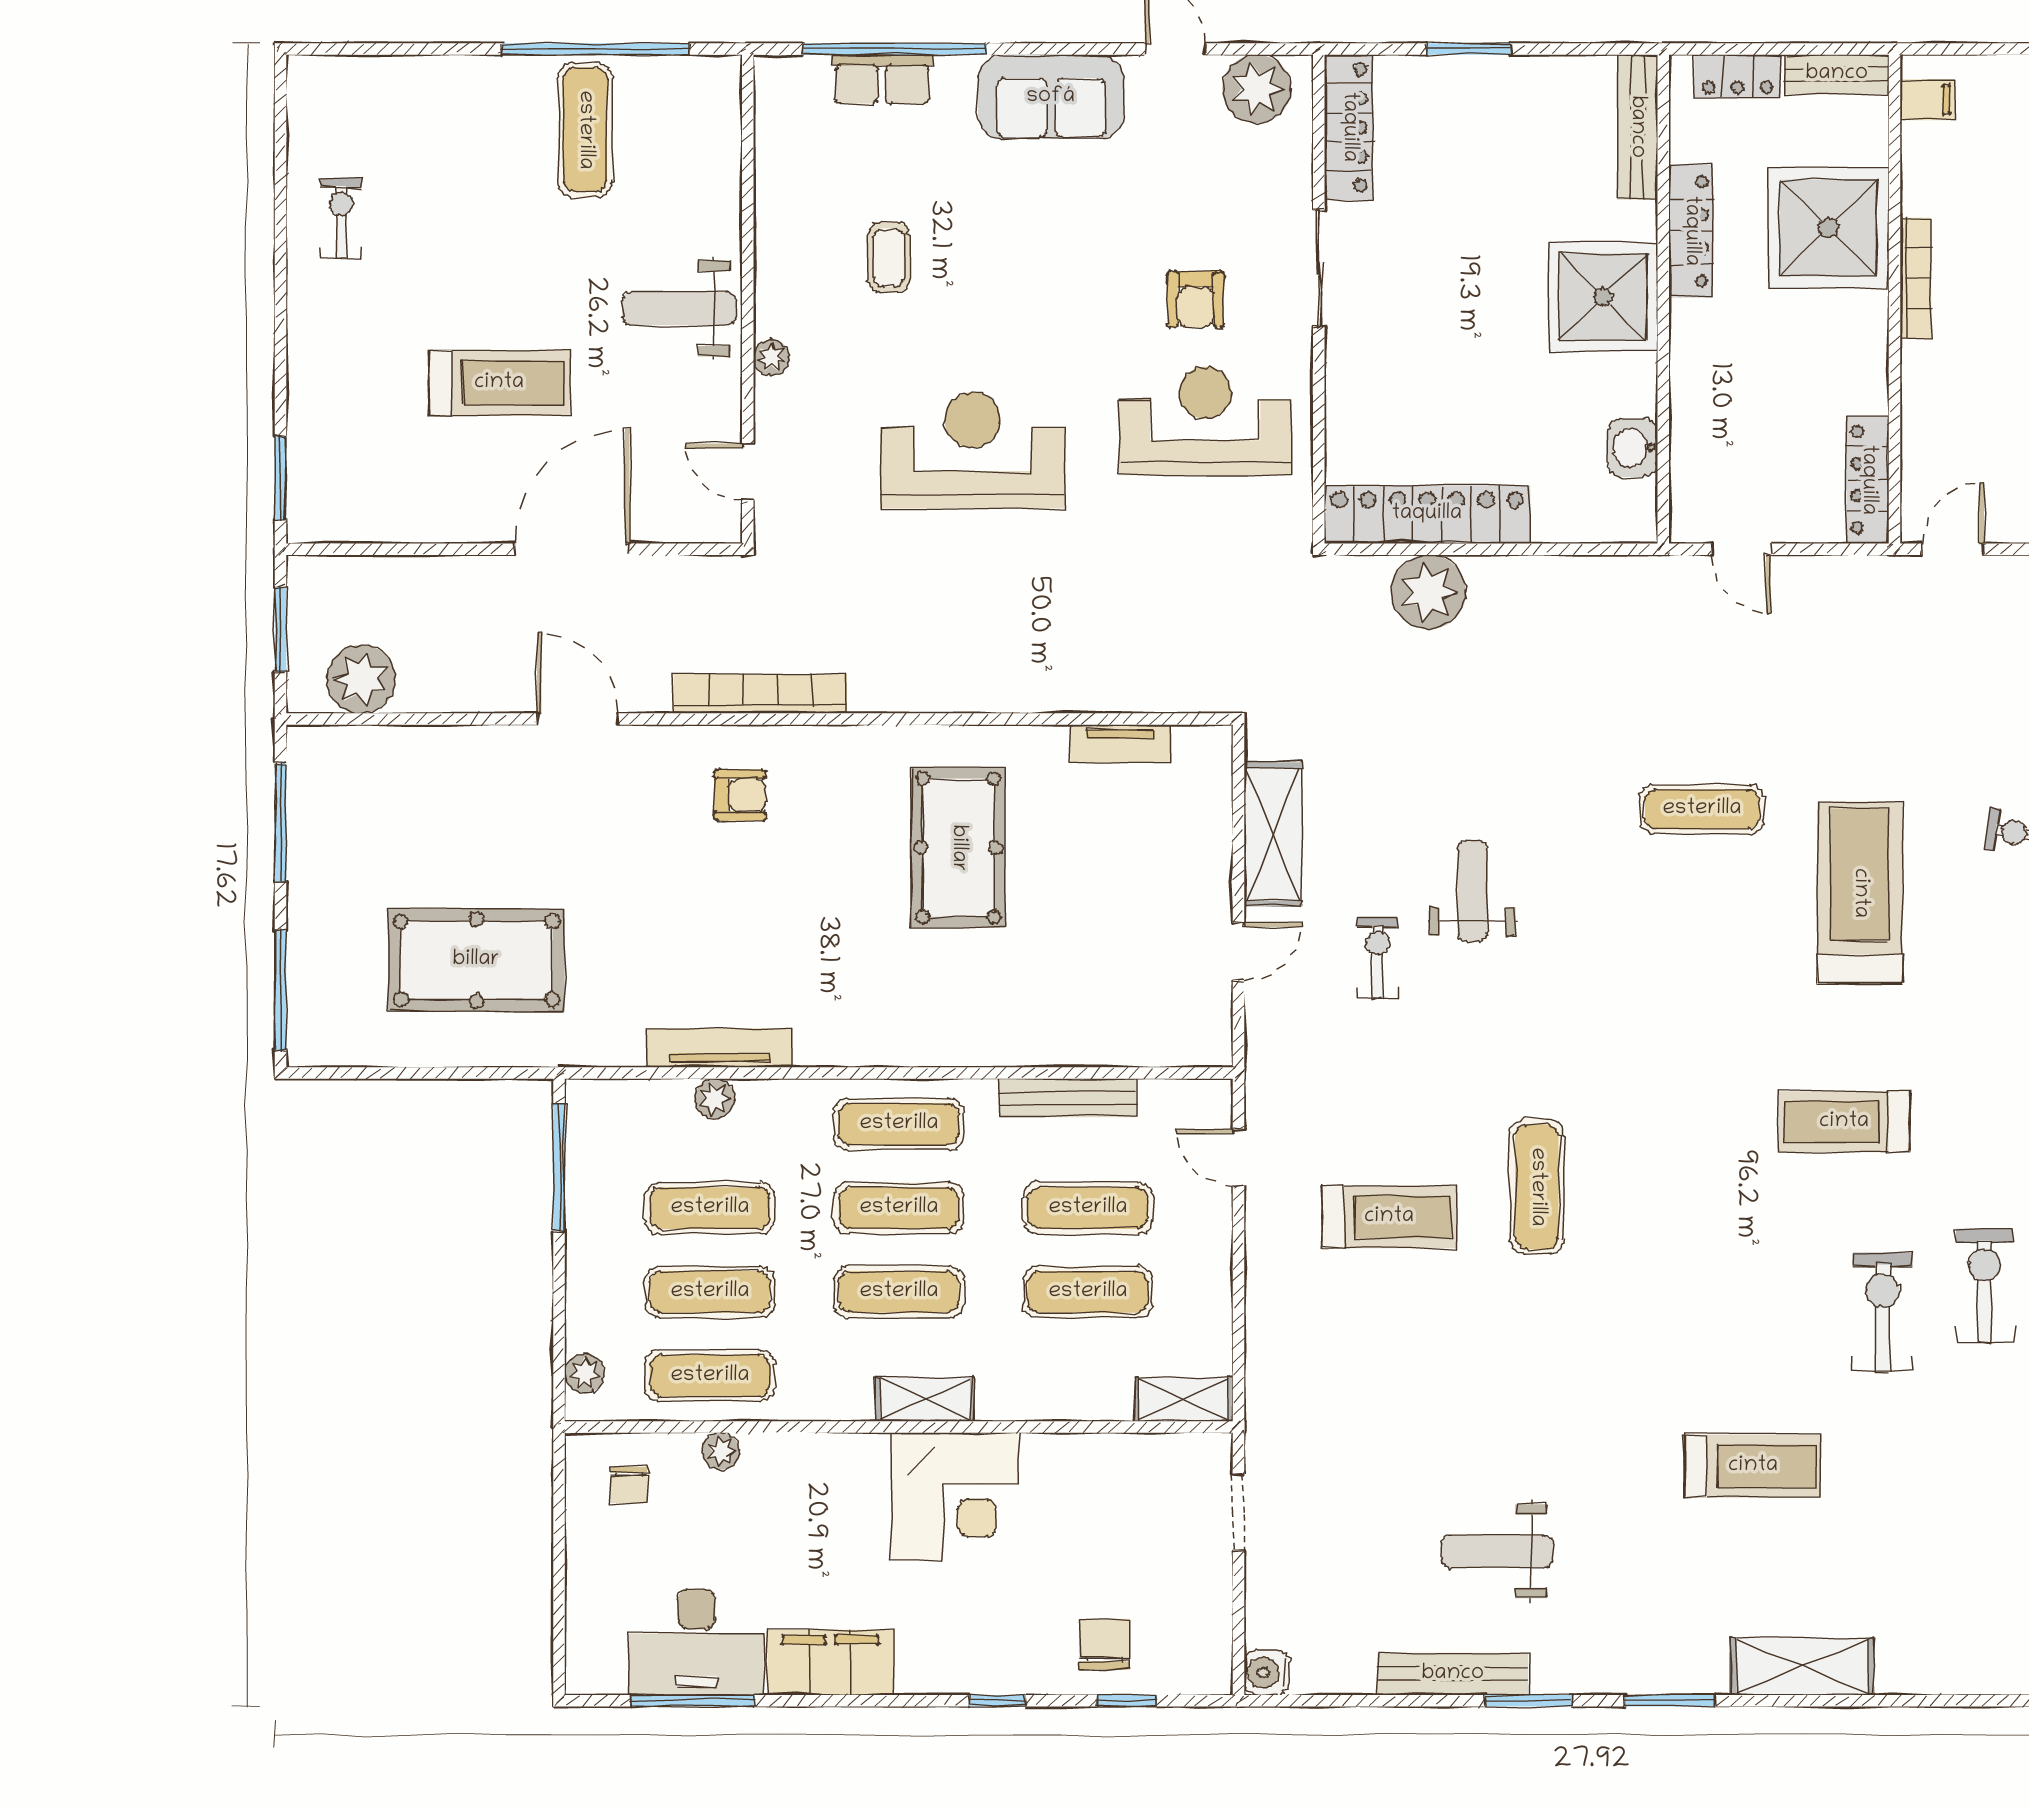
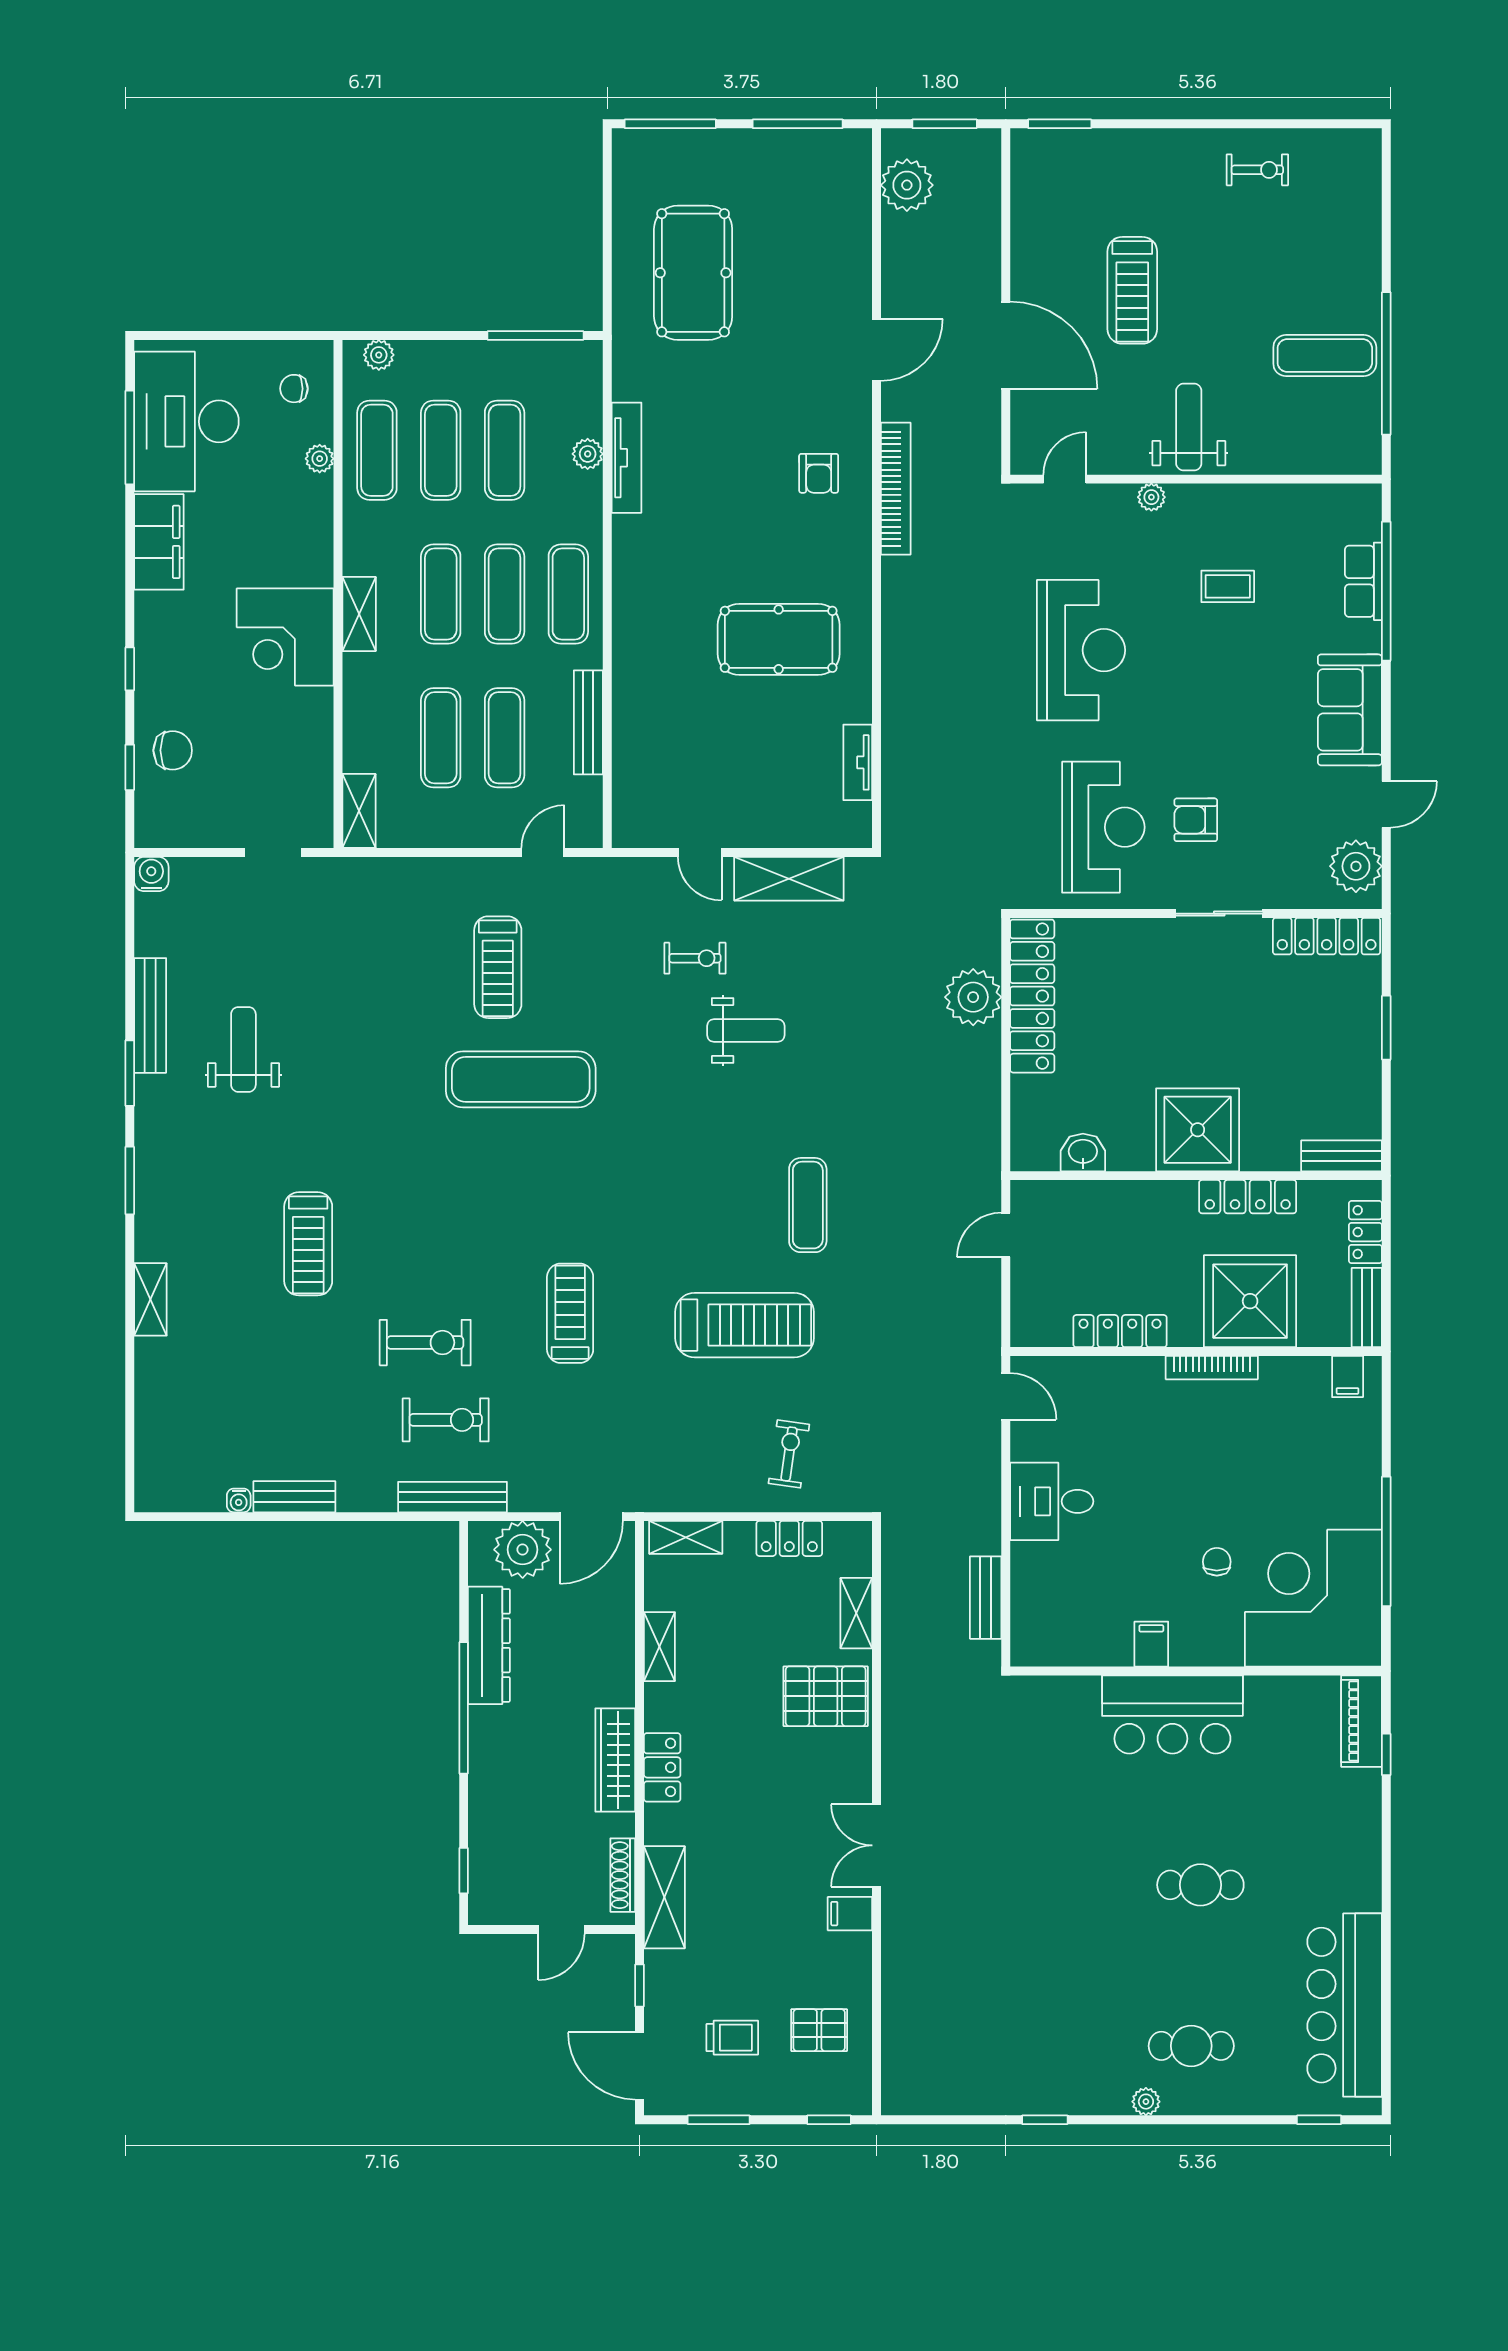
bench: (1637, 127) -> (1341, 1156), width x0.73
locker: (1868, 480) -> (1120, 1331), moved
exercise mat: (1537, 1187) -> (521, 1079), width x1.36, depth x1.45
desk: (696, 1642) -> (186, 421), width x1.36, depth x1.30
shelving: (1802, 1666) -> (150, 1299), width x0.67, depth x0.75

